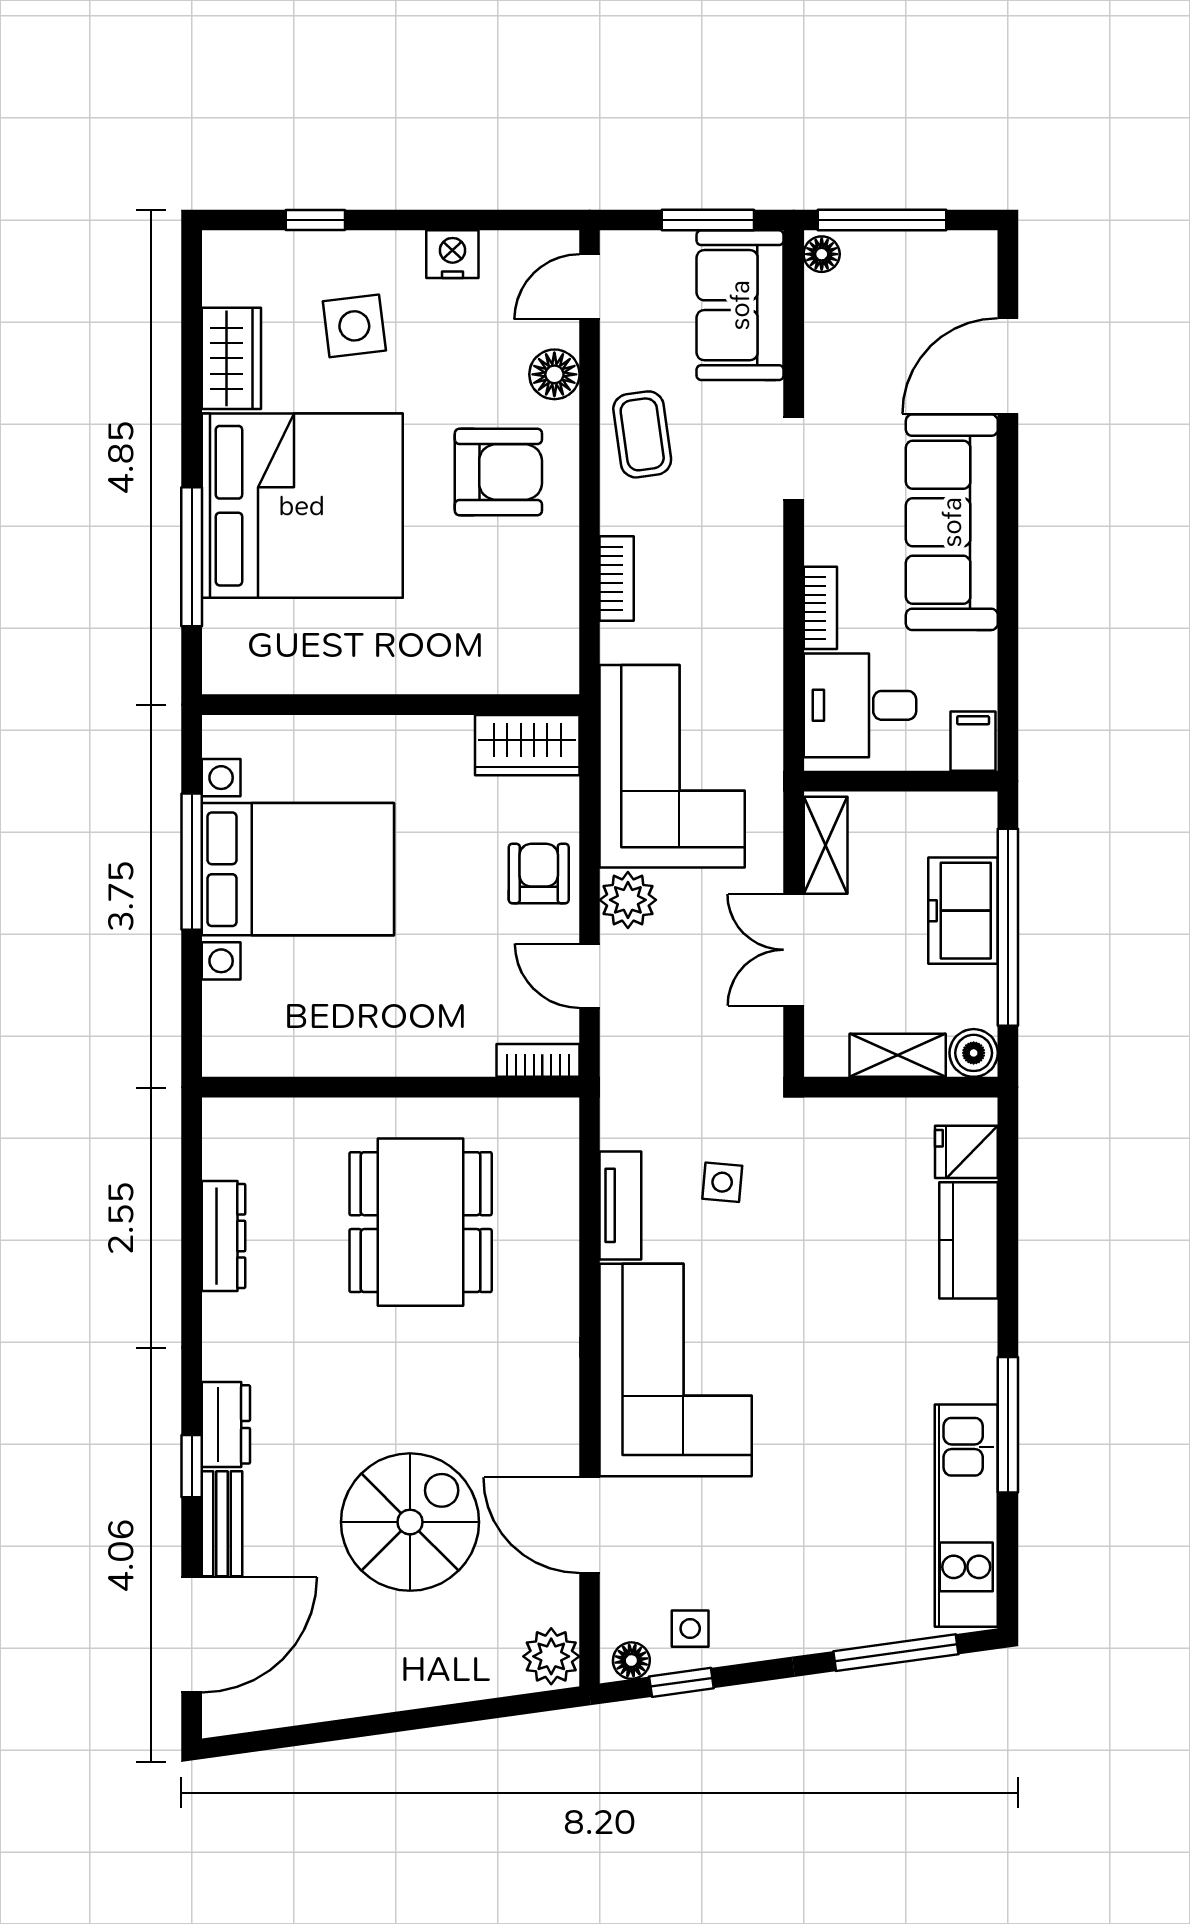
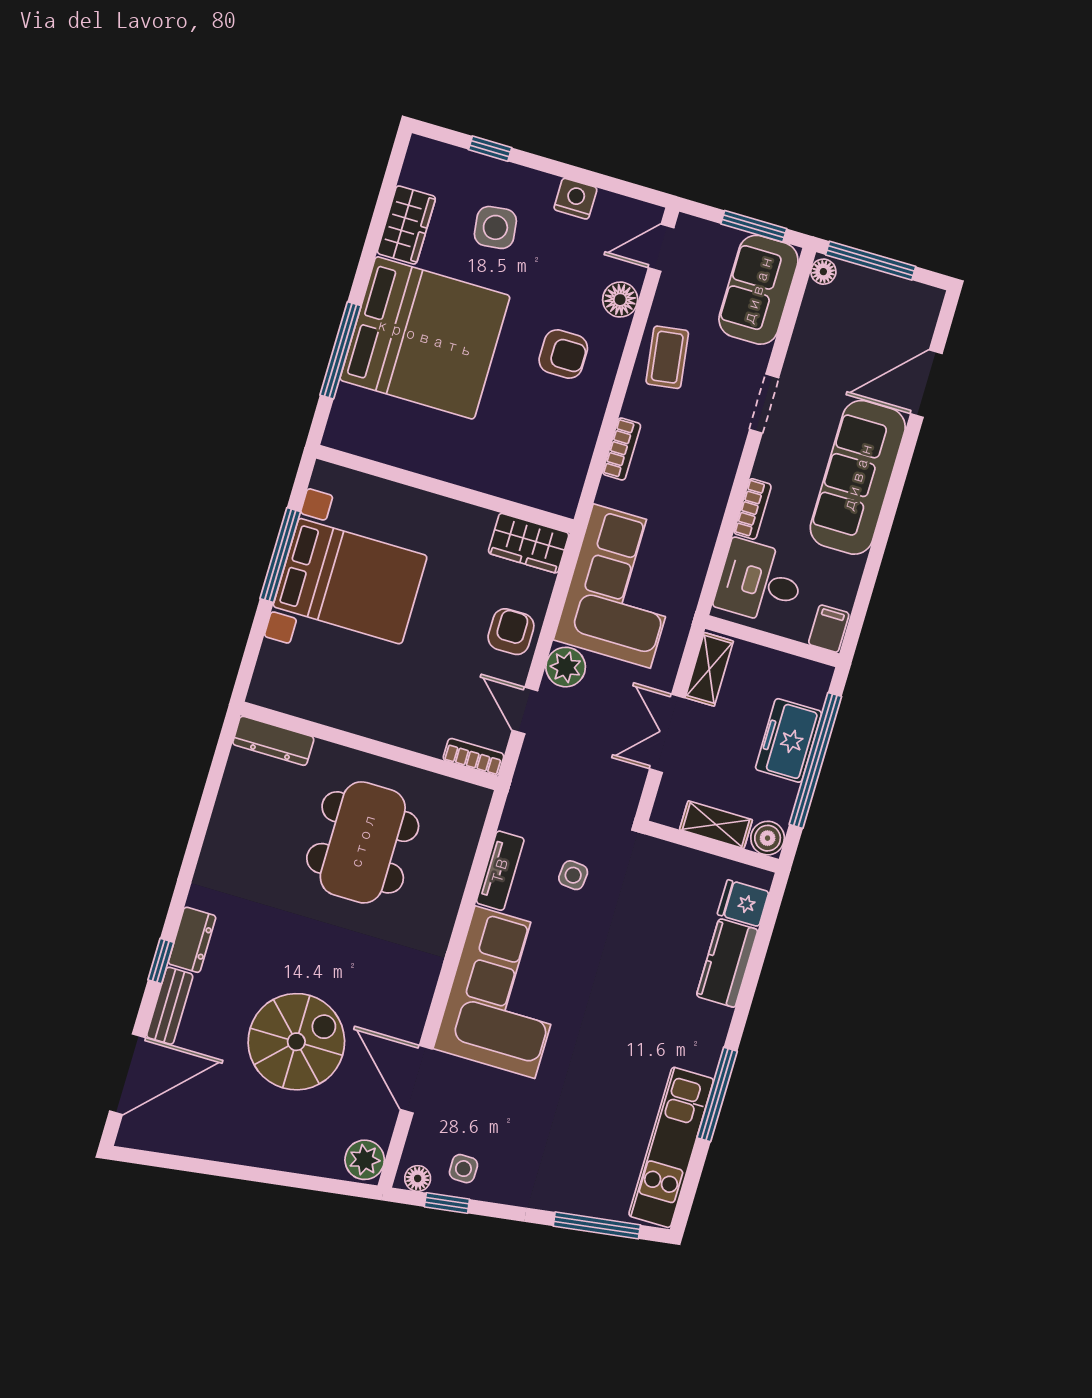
armchair: (498, 472) -> (563, 354), width x0.72, depth x0.72
dresser: (223, 1236) -> (273, 741), moved, turned 90

